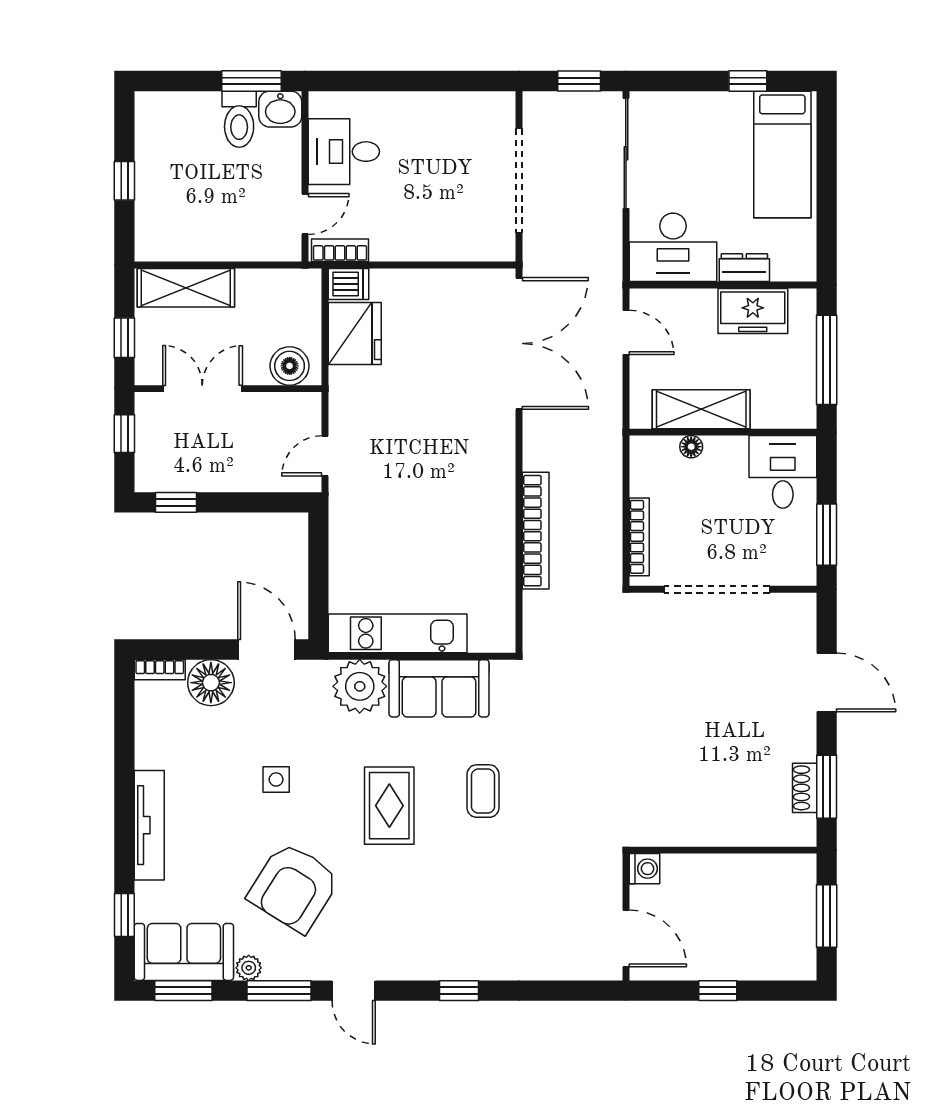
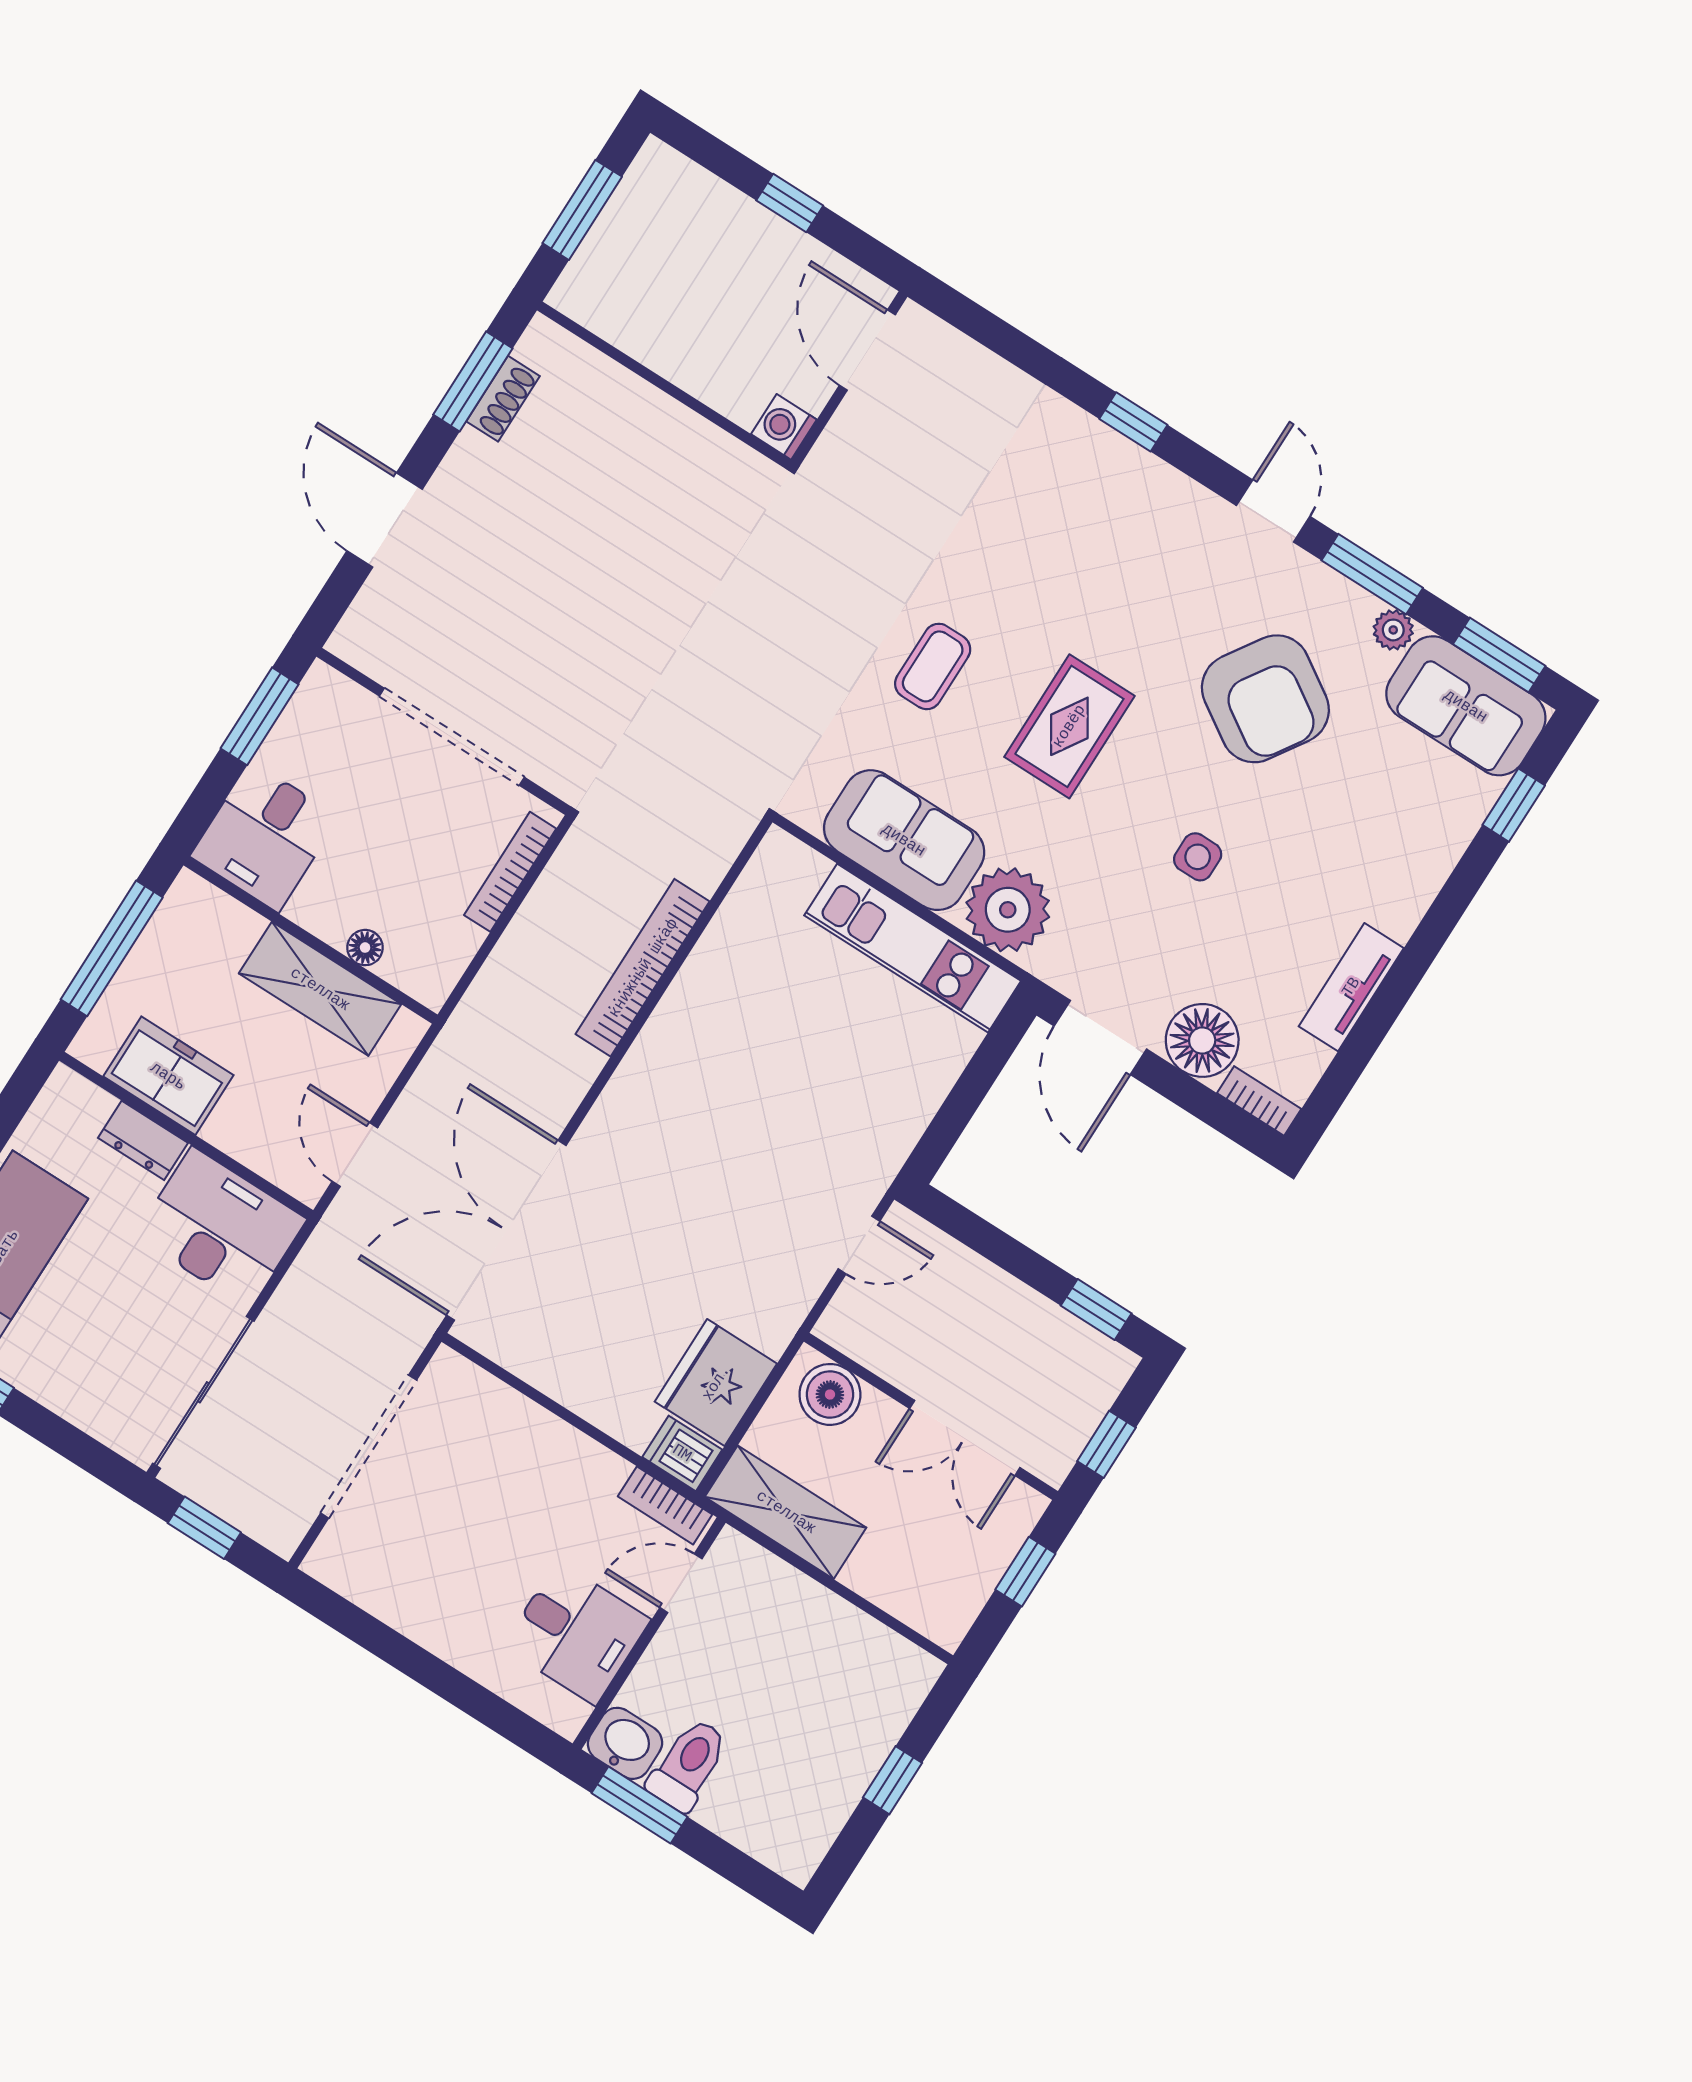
shelving: (186, 288) -> (786, 1512), moved
tv unit: (149, 825) -> (1351, 987), moved, width x0.71
armchair: (294, 887) -> (1265, 699), turned 91

